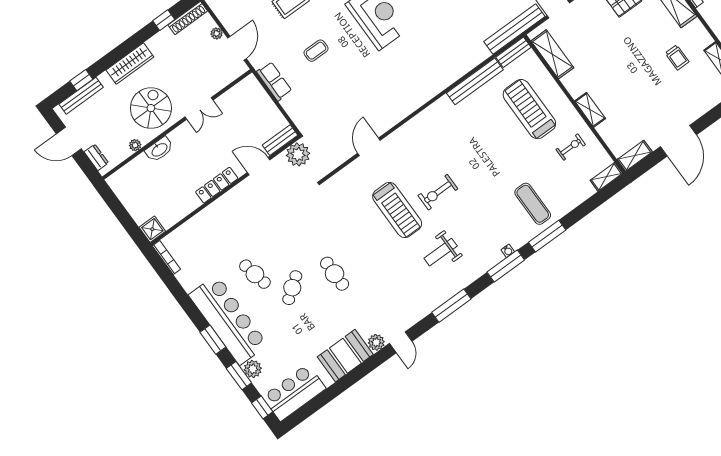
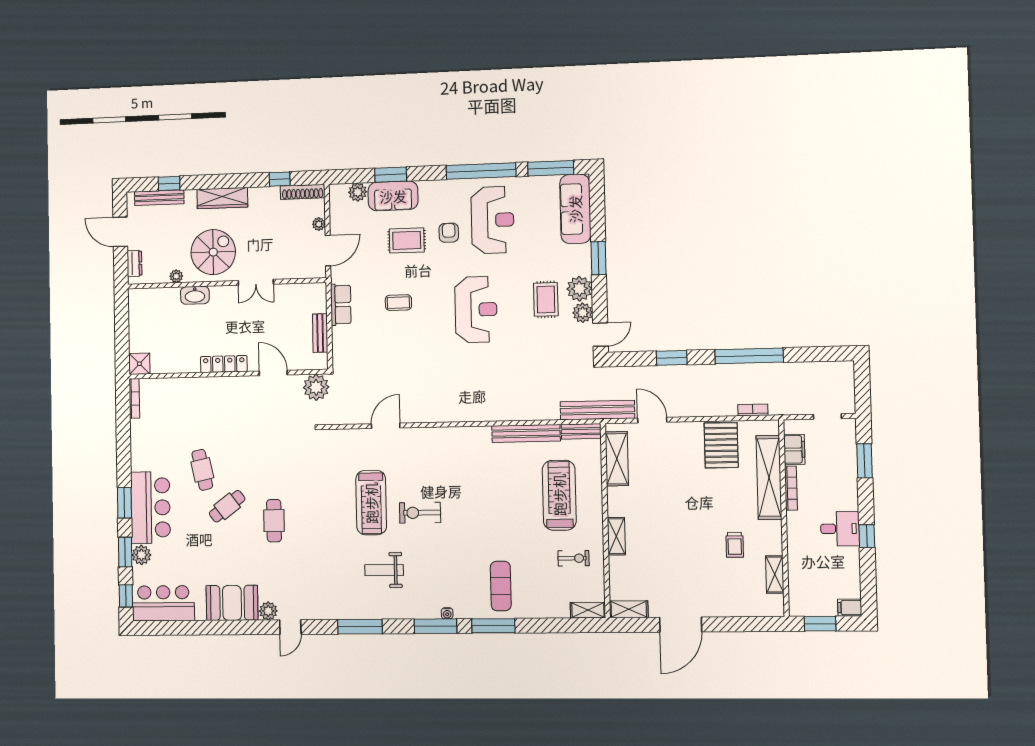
bench: (280, 140) -> (320, 333), moved, turned 90
bar counter: (228, 320) -> (150, 508), width x0.73

